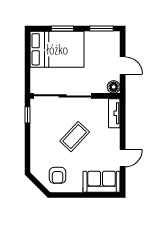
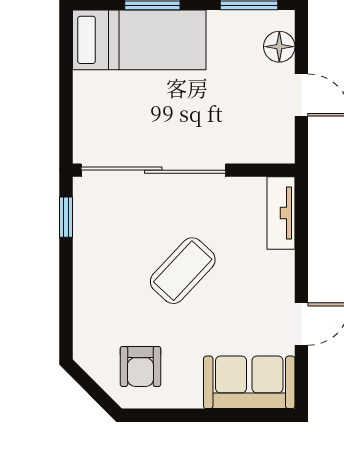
bed: (57, 49) -> (139, 40), width x0.67
floor lamp: (114, 87) -> (279, 47), moved

